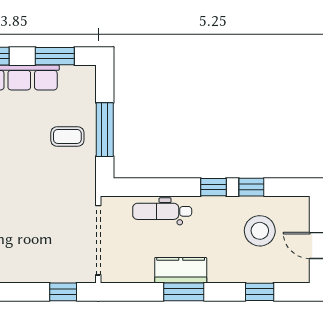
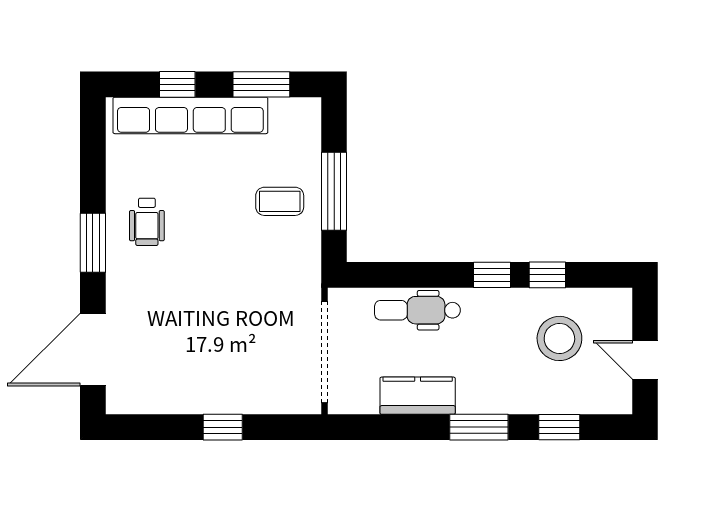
kitchen counter: (181, 270) -> (418, 396), moved
window: (63, 292) -> (223, 427), moved
window: (184, 292) -> (479, 427), moved

